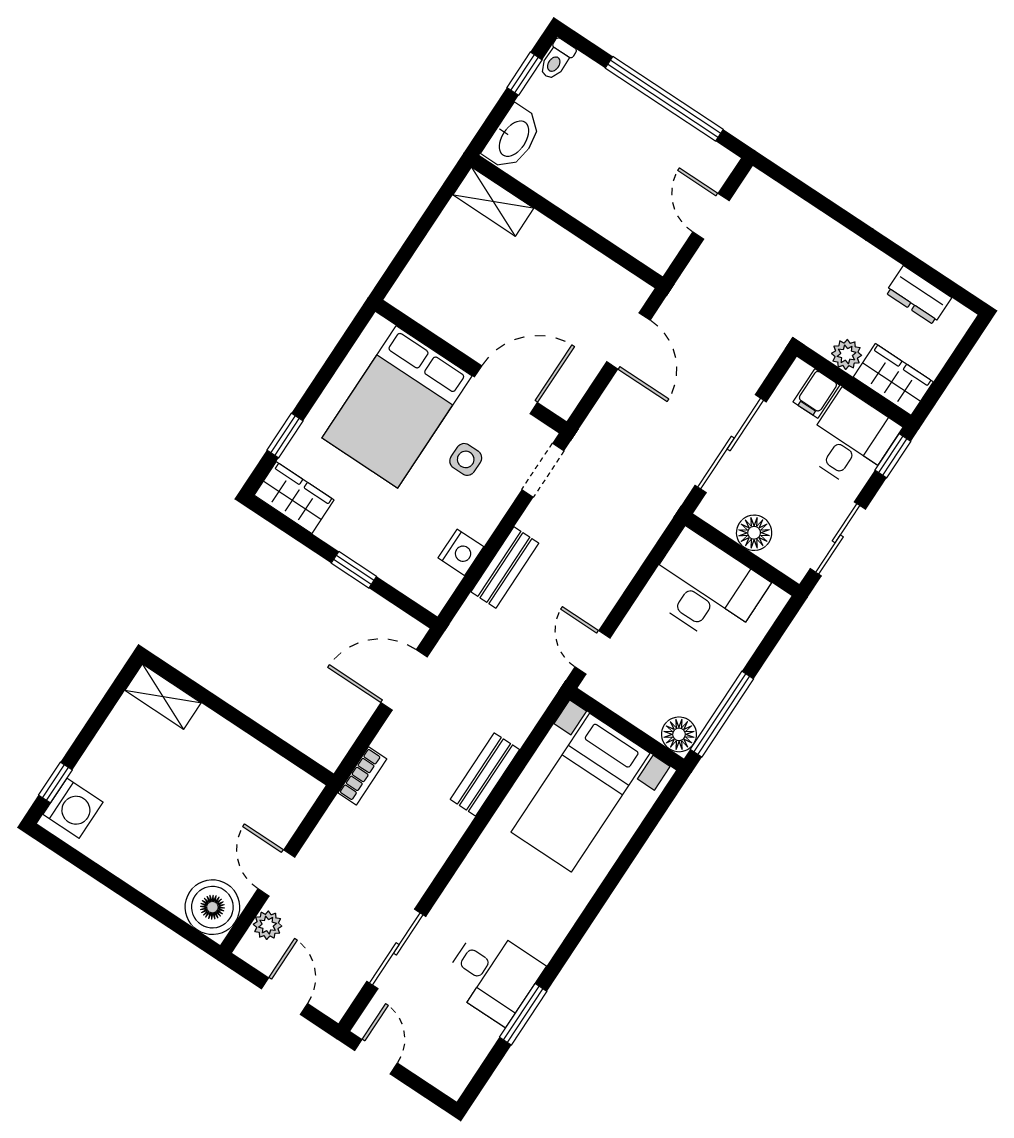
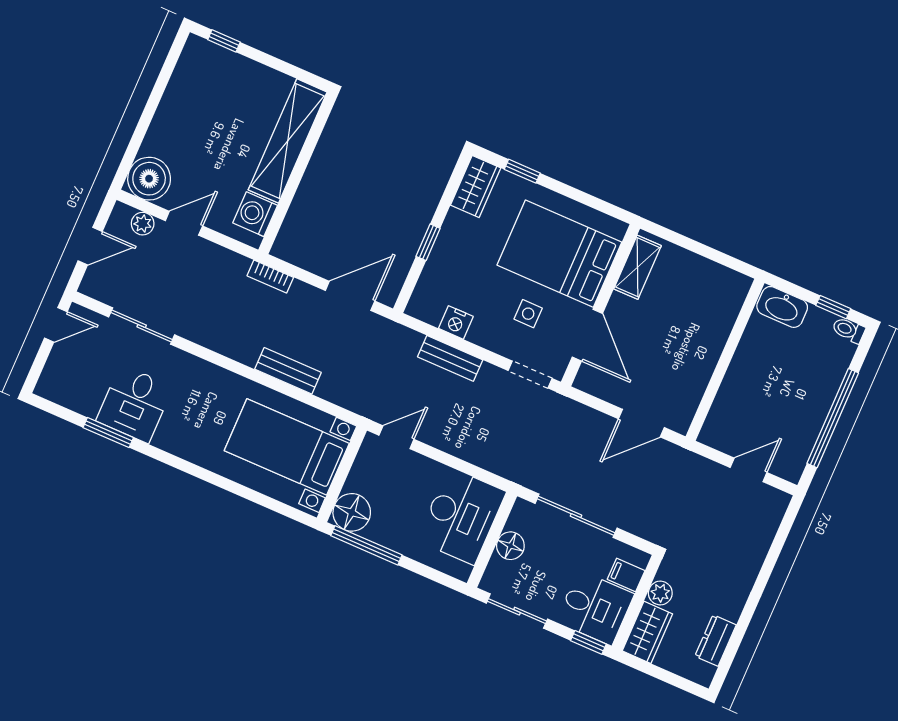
shelving: (493, 202) -> (637, 267), moved
door: (404, 680) -> (350, 296), hinge flipped
shelving: (163, 697) -> (288, 141), width x2.20, depth x1.33
floor lamp: (679, 734) -> (352, 512), width x1.38, depth x1.38
washing machine: (73, 808) -> (255, 214), moved, turned 90

